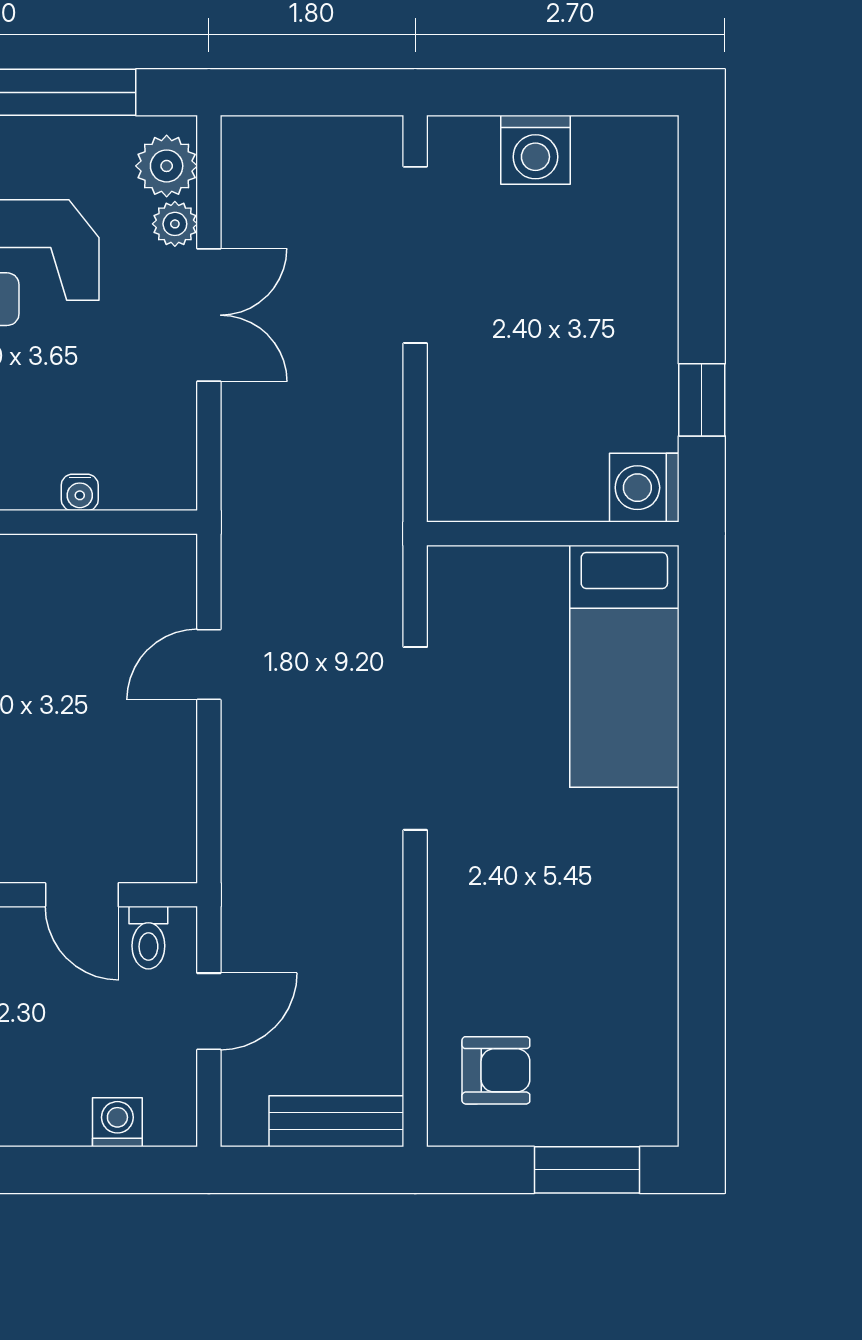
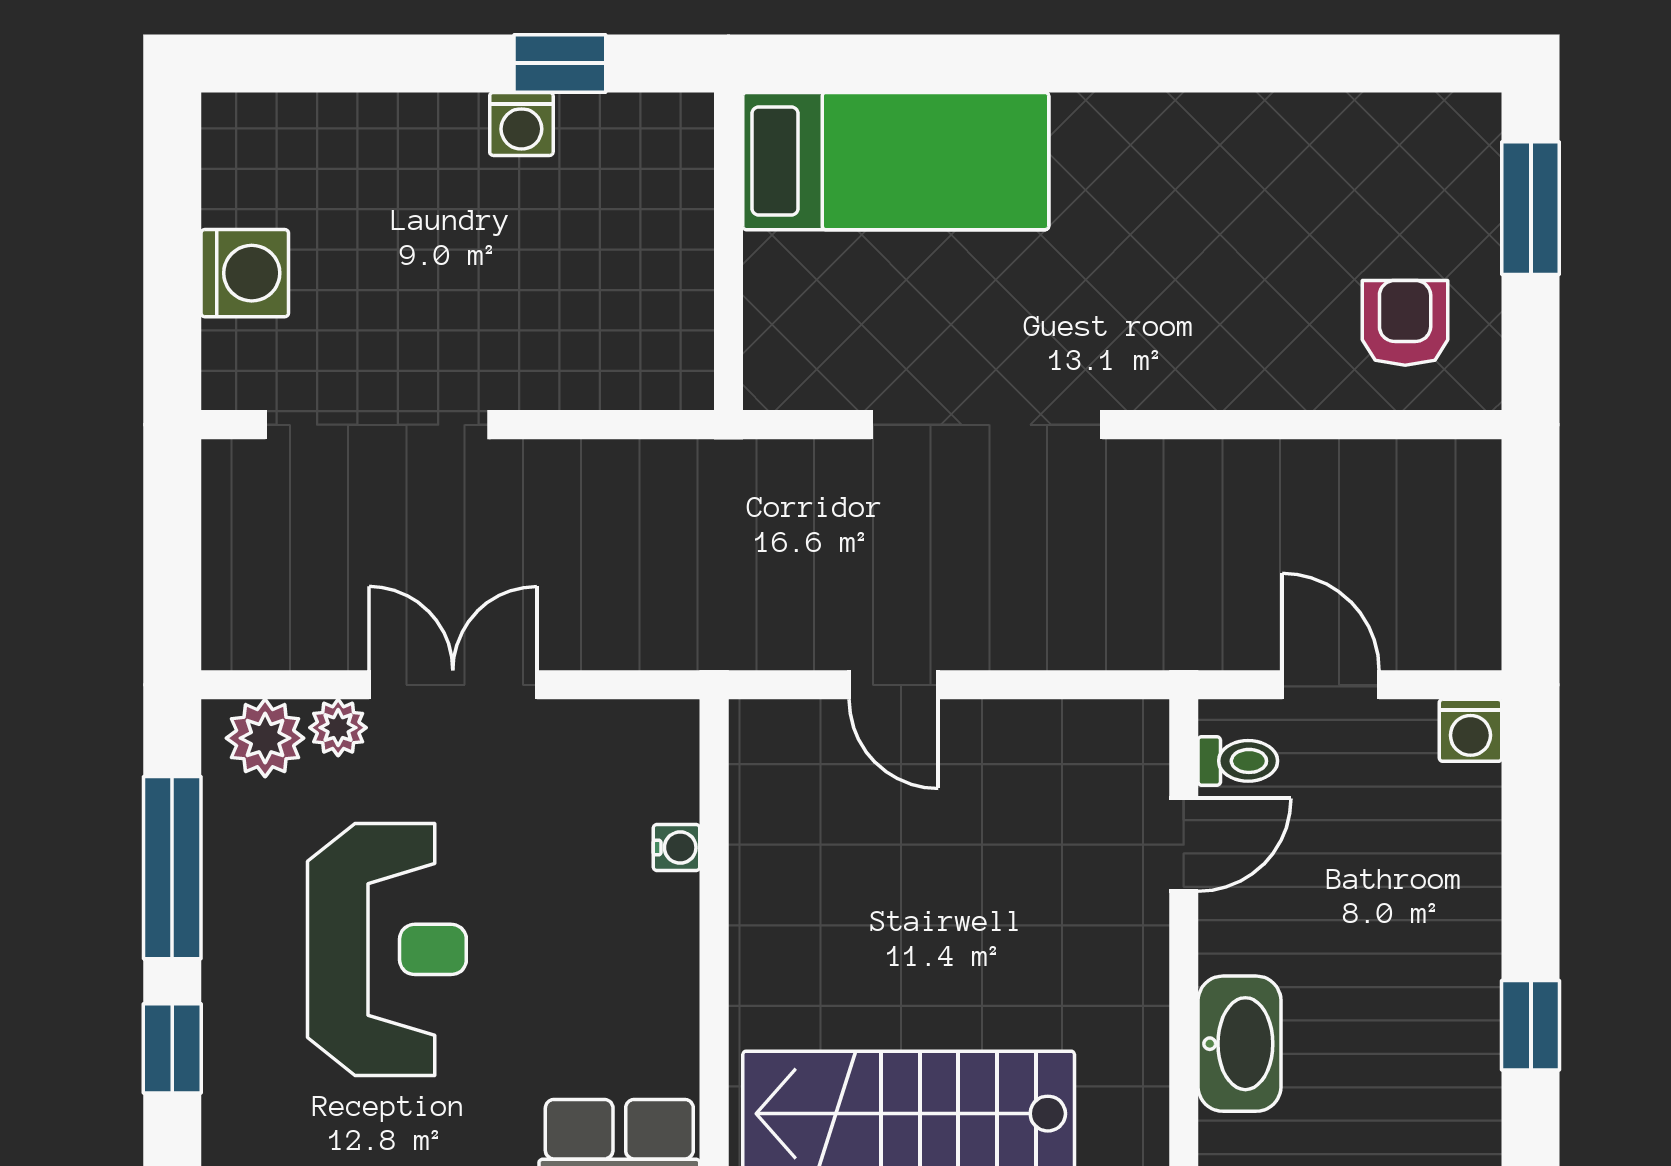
washing machine: (644, 488) -> (521, 124), moved, width x0.73, depth x0.73
bench: (336, 1121) -> (1469, 524), removed
washing machine: (117, 1122) -> (1470, 730), moved, turned -90

